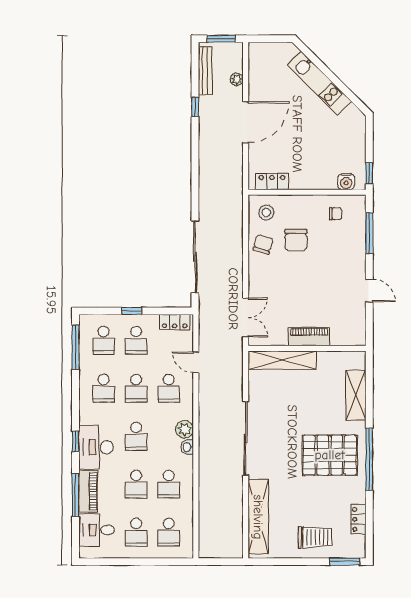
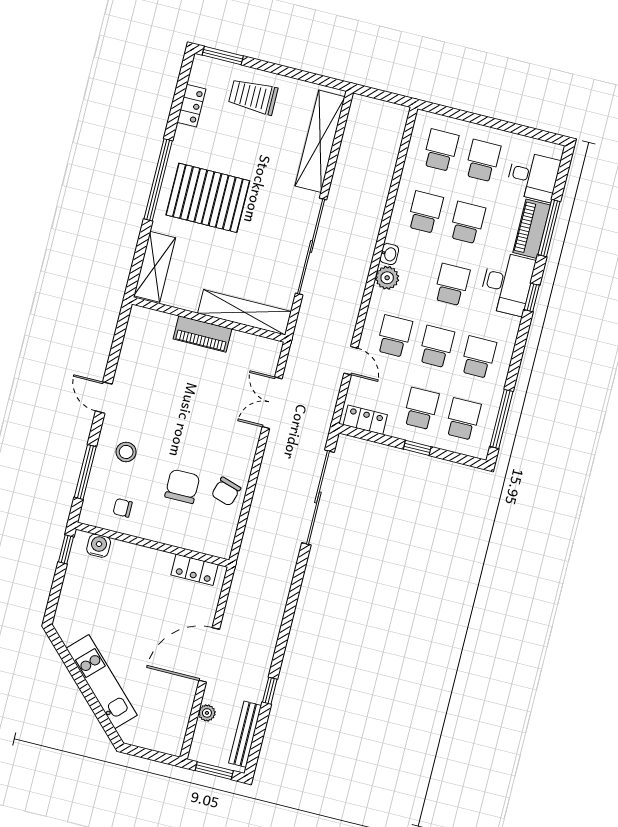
stool: (266, 213) -> (126, 452), moved
piano: (309, 337) -> (202, 334), moved
wall: (307, 348) -> (209, 320), moved
shelving: (282, 360) -> (245, 312), moved

